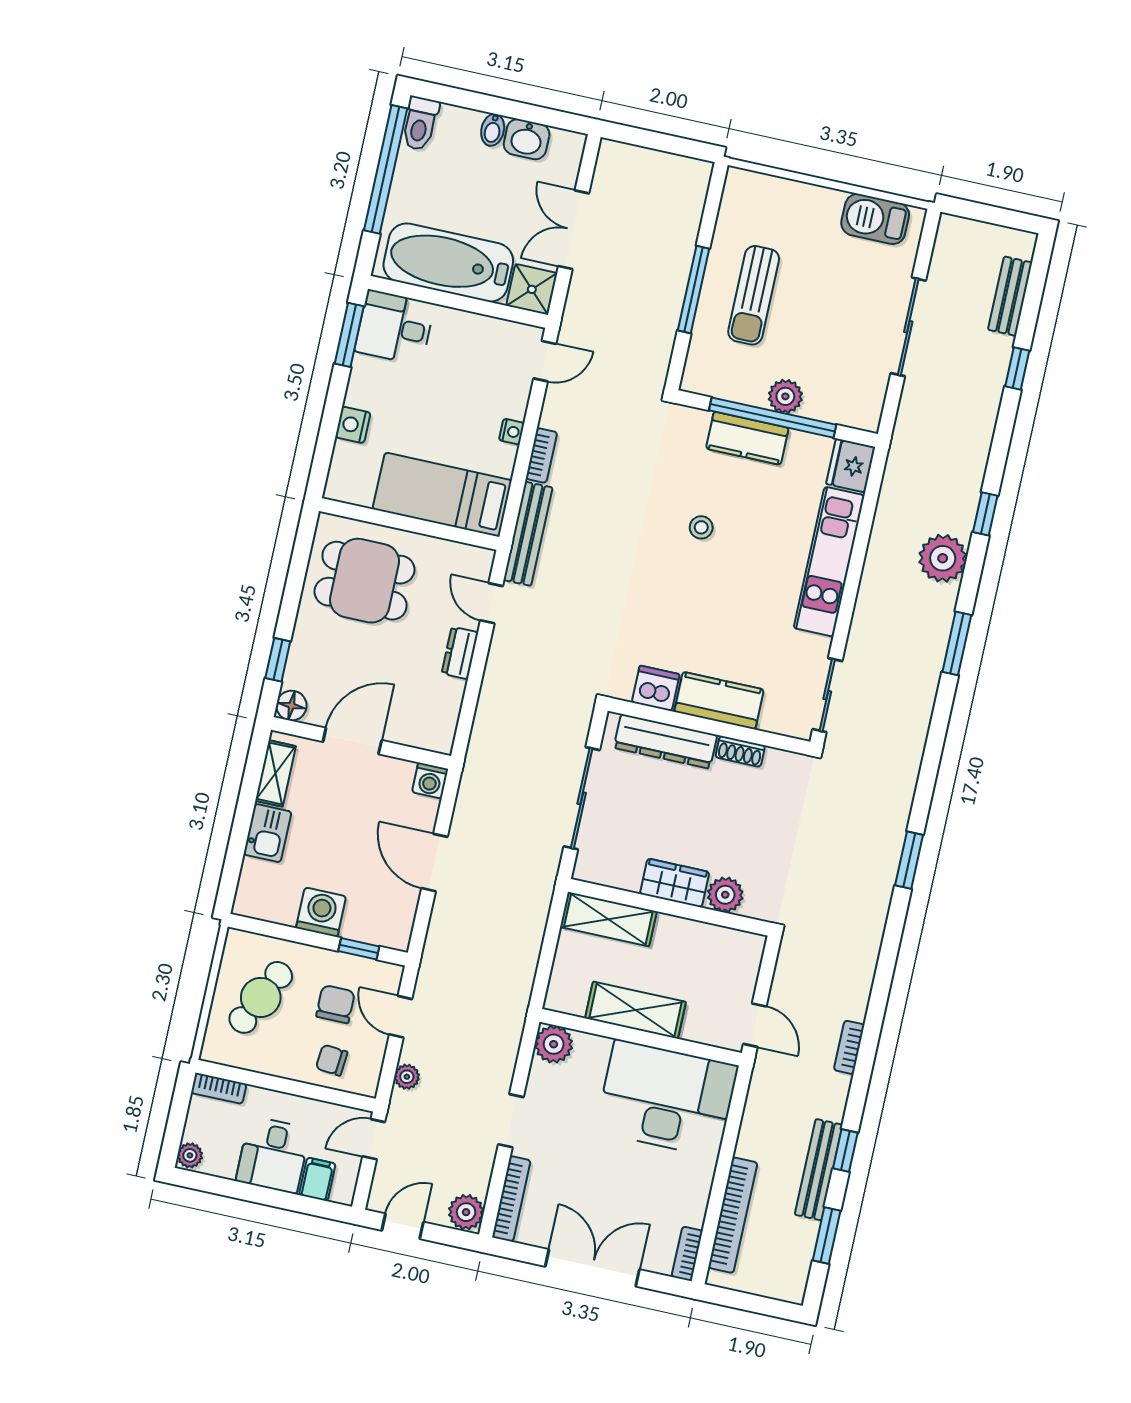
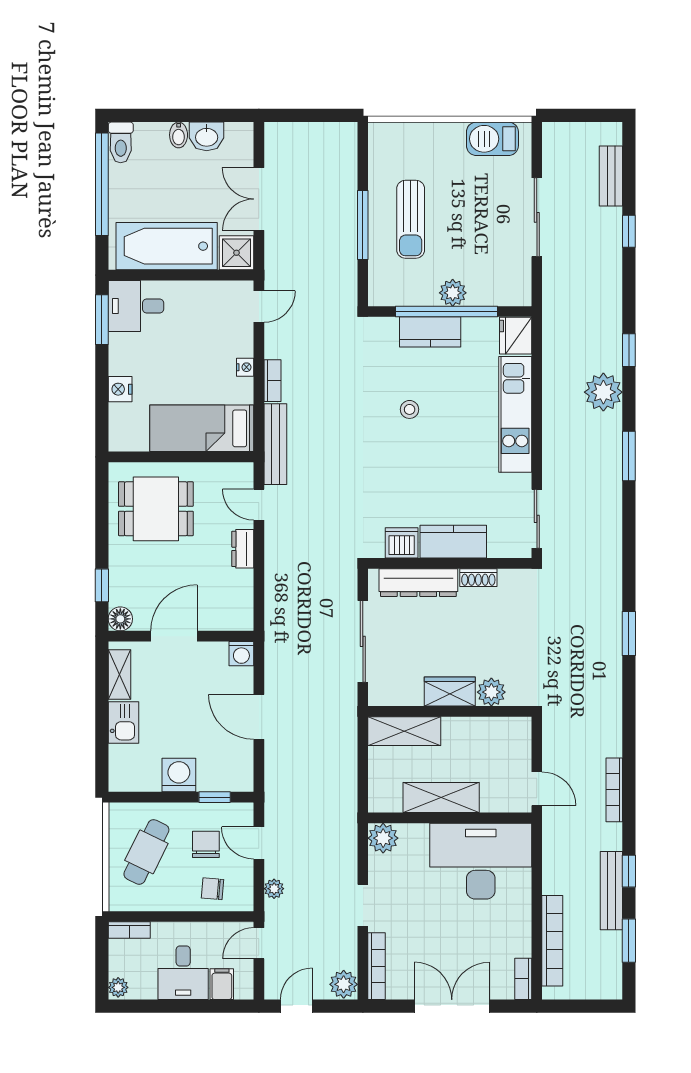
bookcase: (849, 1047) -> (614, 790), width x1.56

